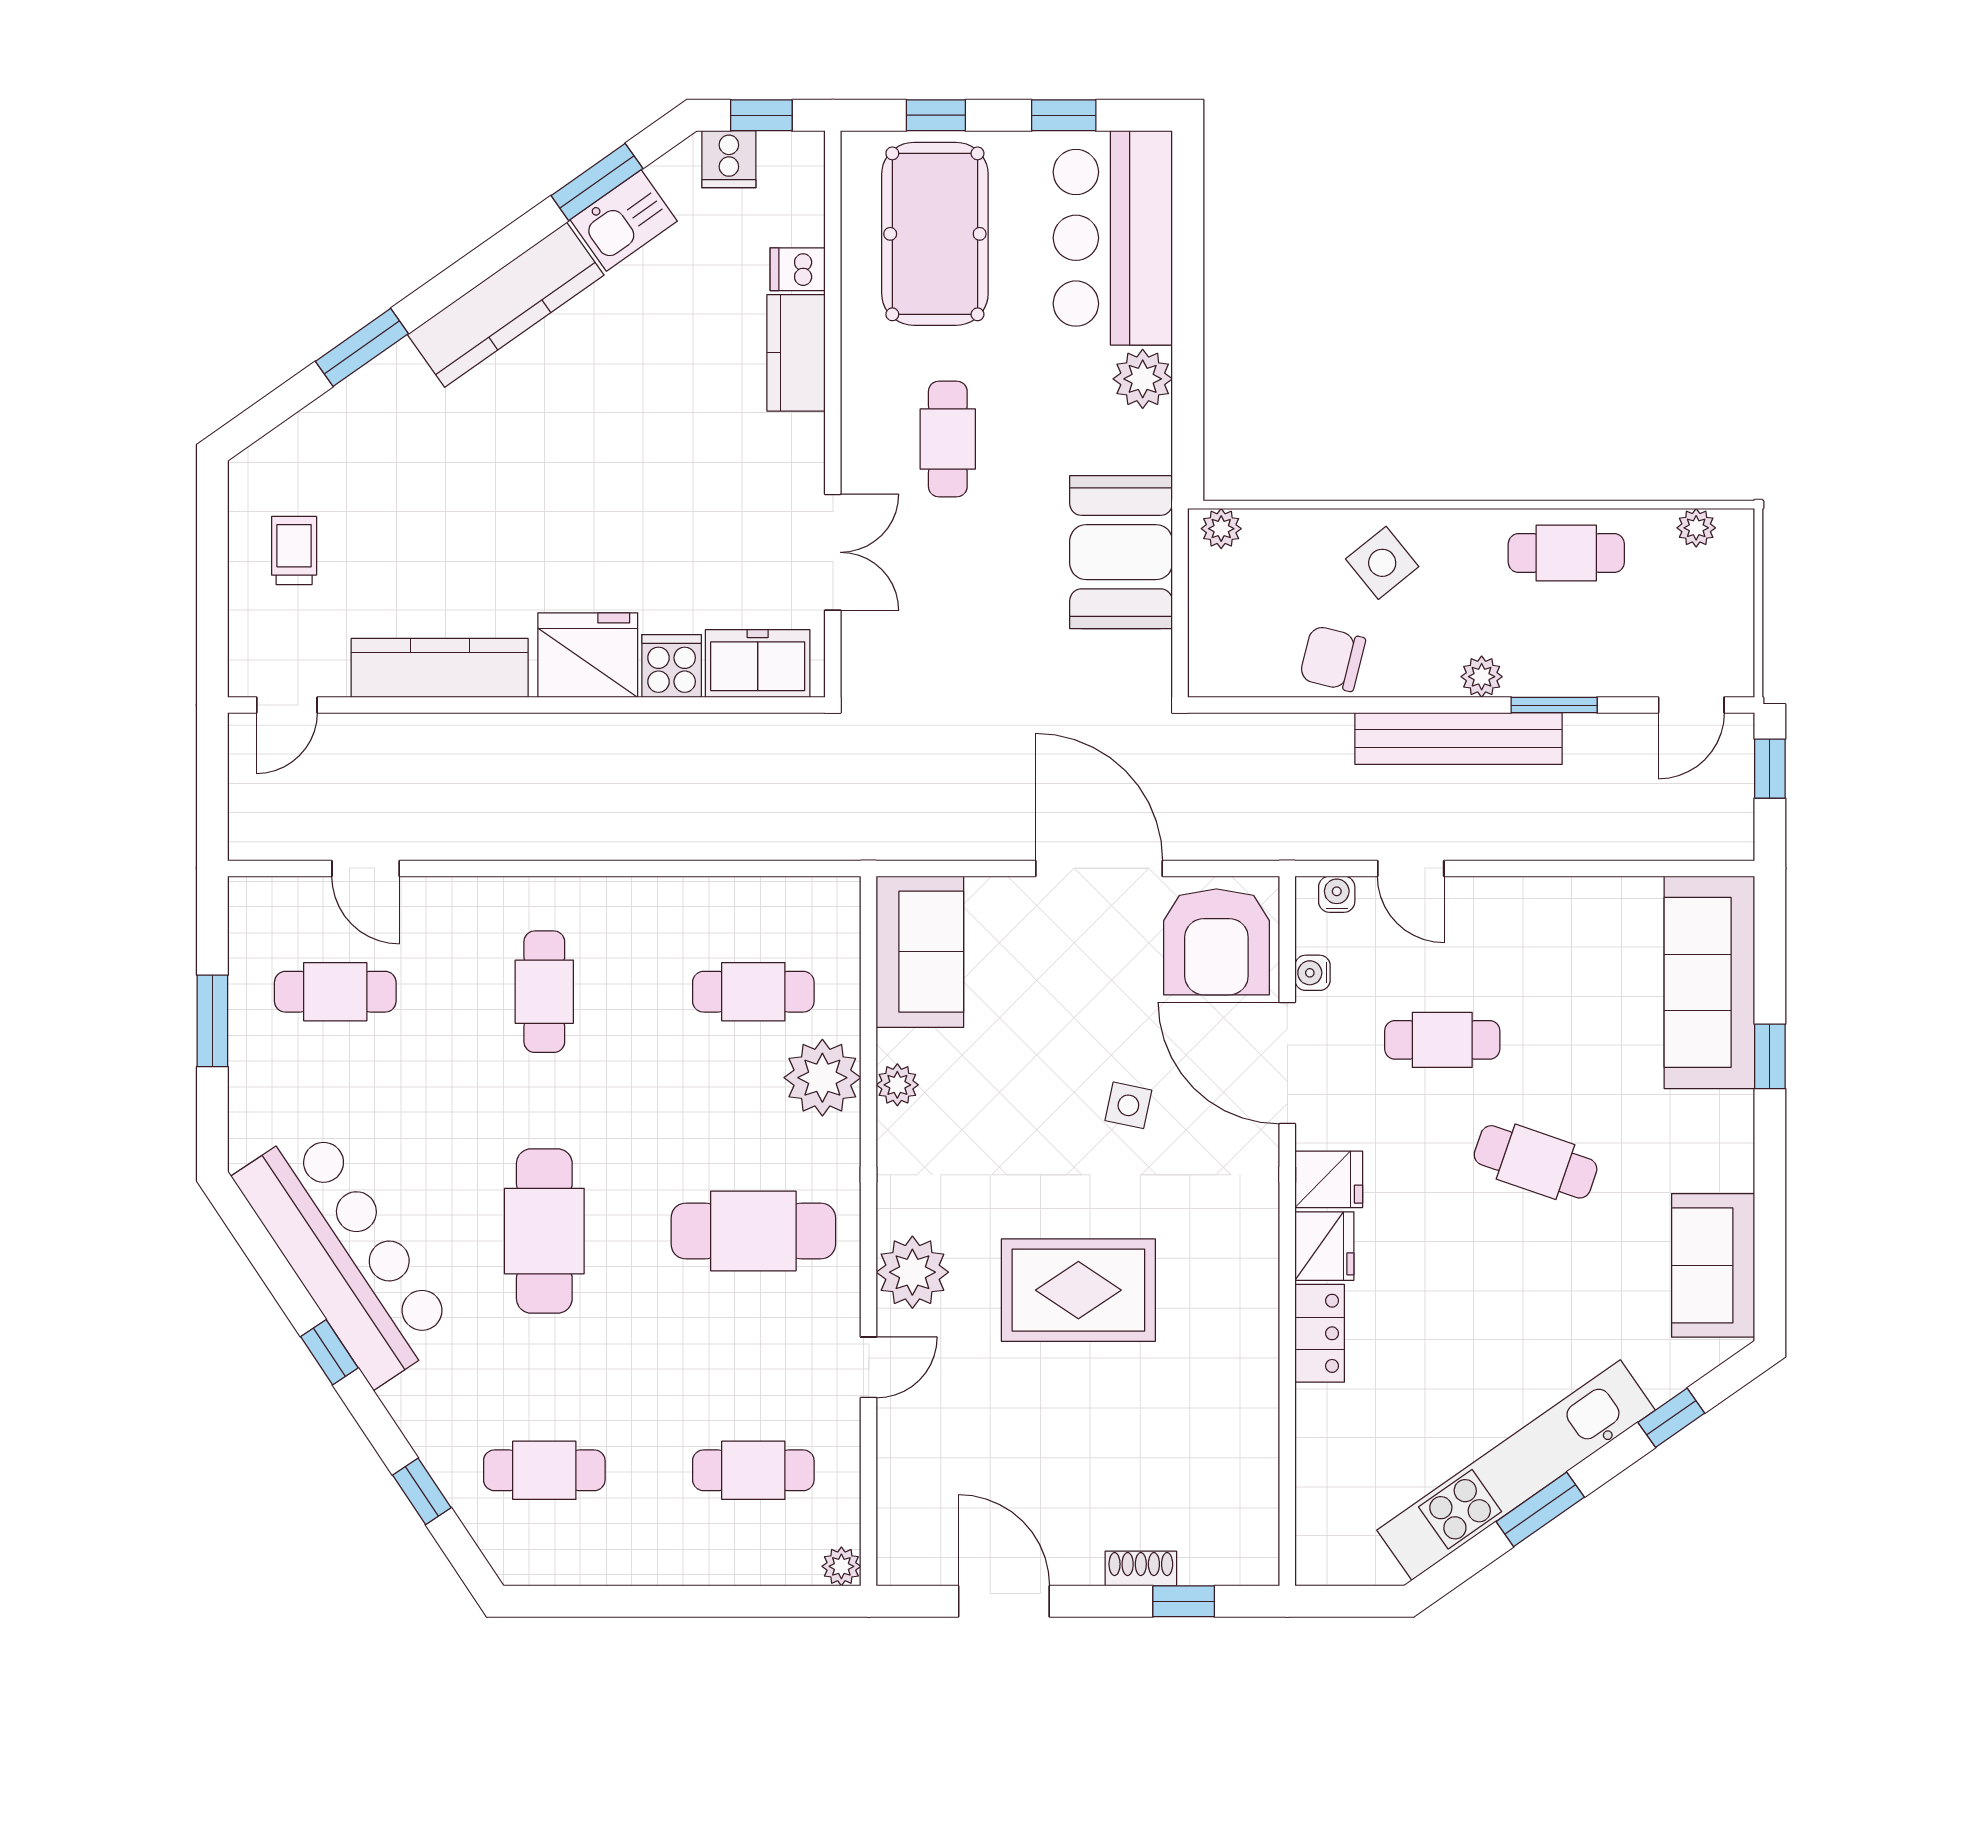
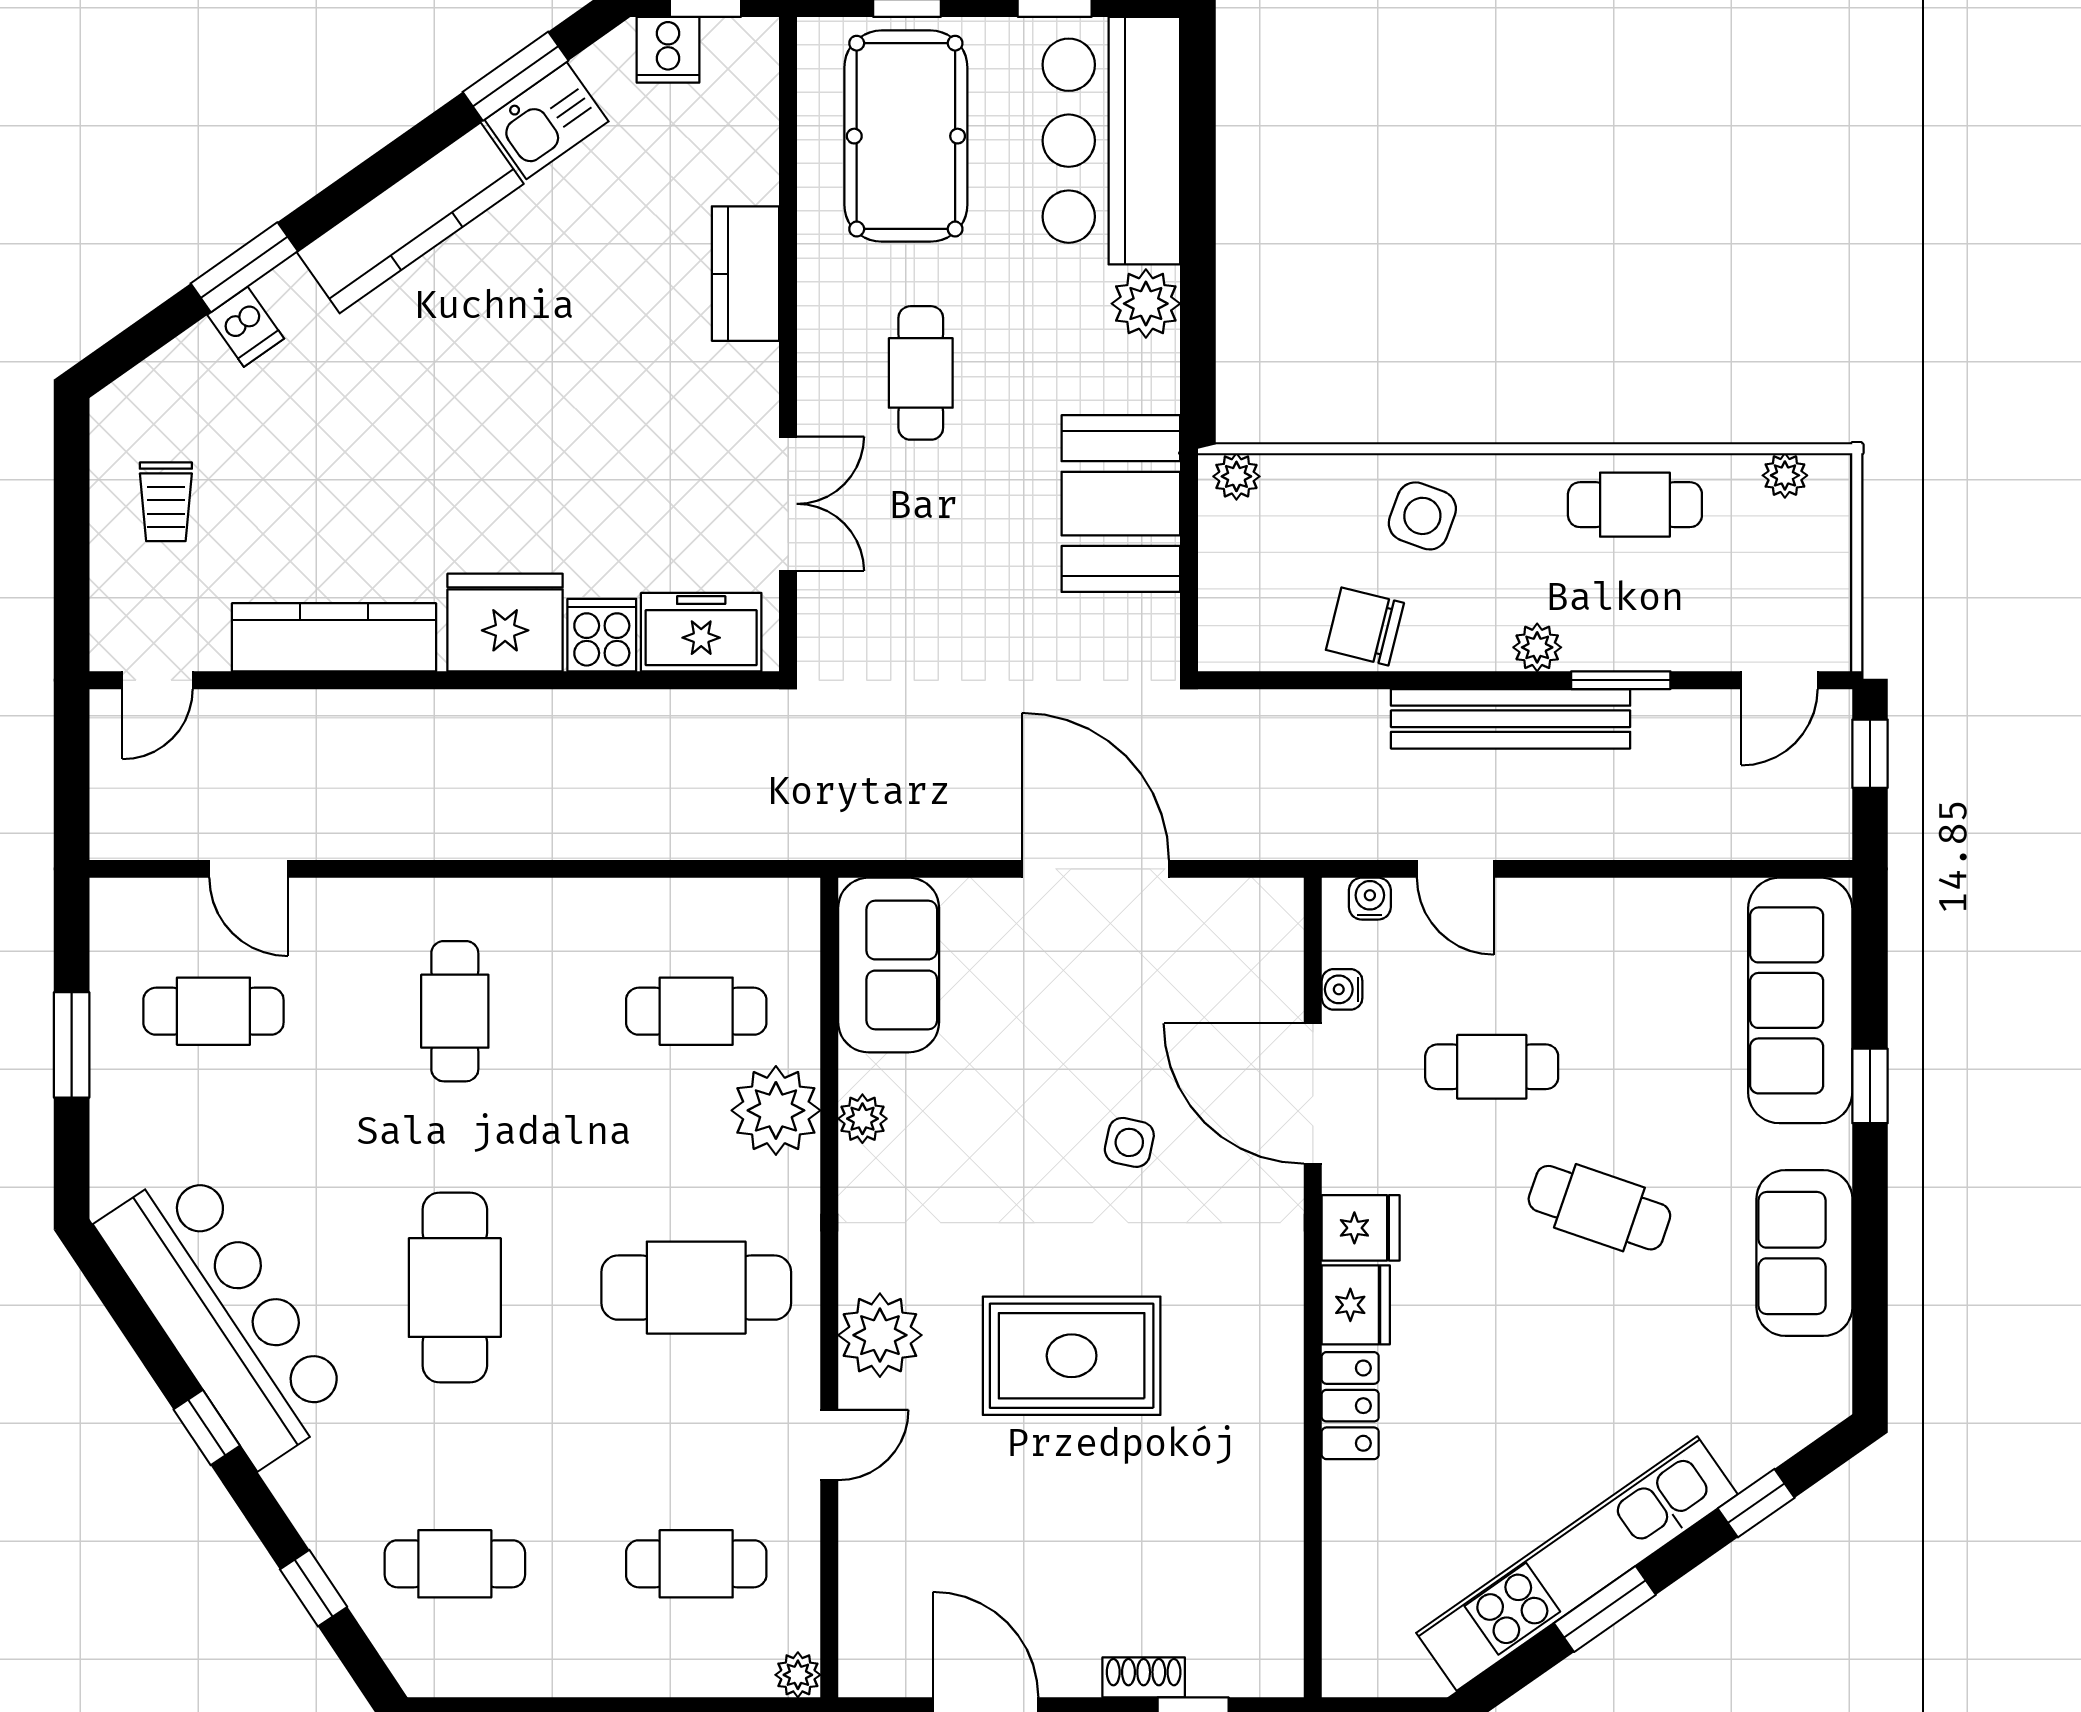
dishwasher: (798, 269) -> (246, 327), moved, turned -125
trolley: (294, 550) -> (166, 502), turned 180
side table: (1382, 563) -> (1422, 516), turned -31
armchair: (1216, 942) -> (1231, 954), removed
sofa: (1713, 1265) -> (1804, 1253), moved

